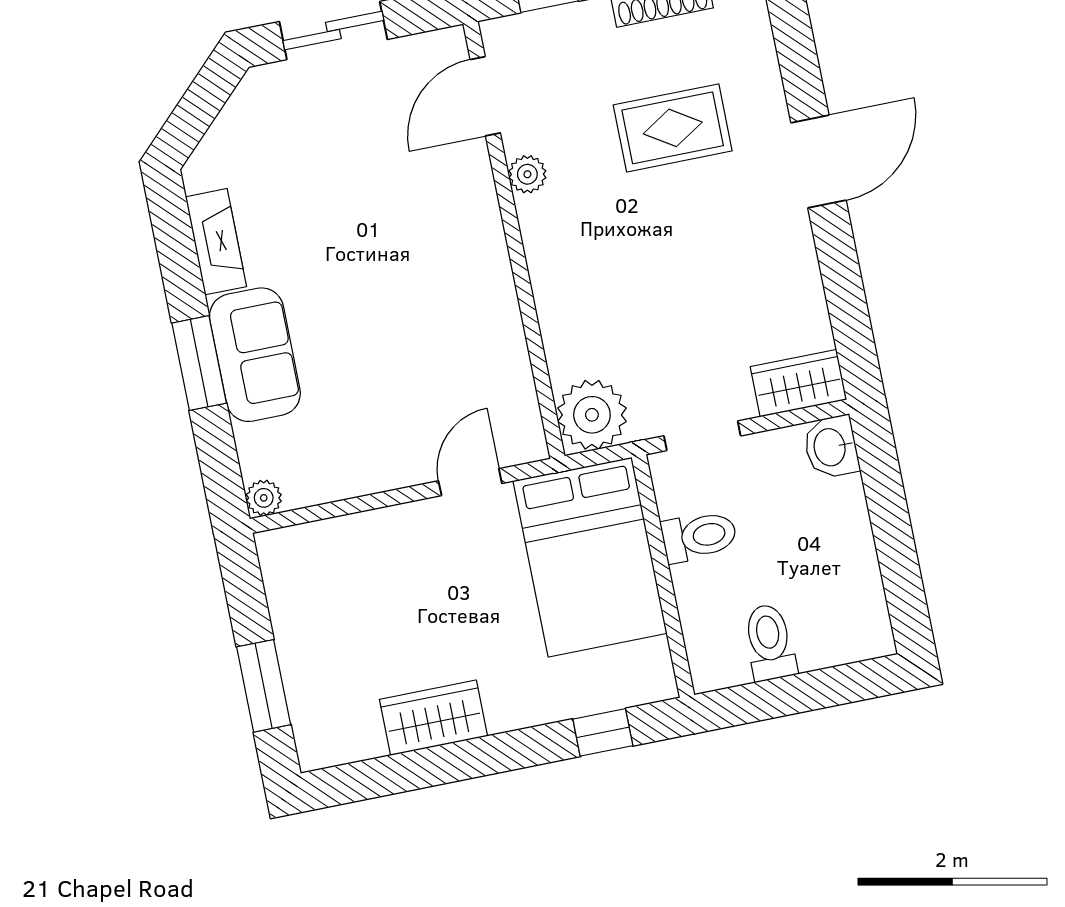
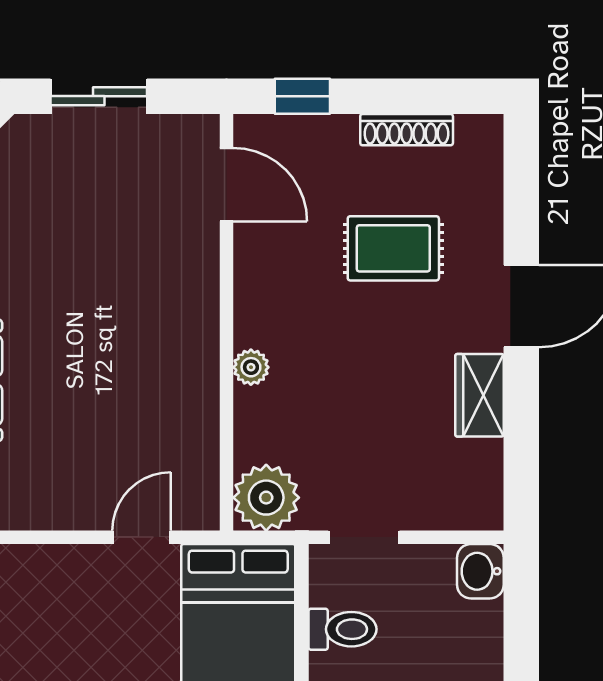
door: (485, 96) -> (227, 185), swing flipped
plant: (527, 174) -> (251, 367), moved
wardrobe: (798, 383) -> (479, 395), moved, turned -90

